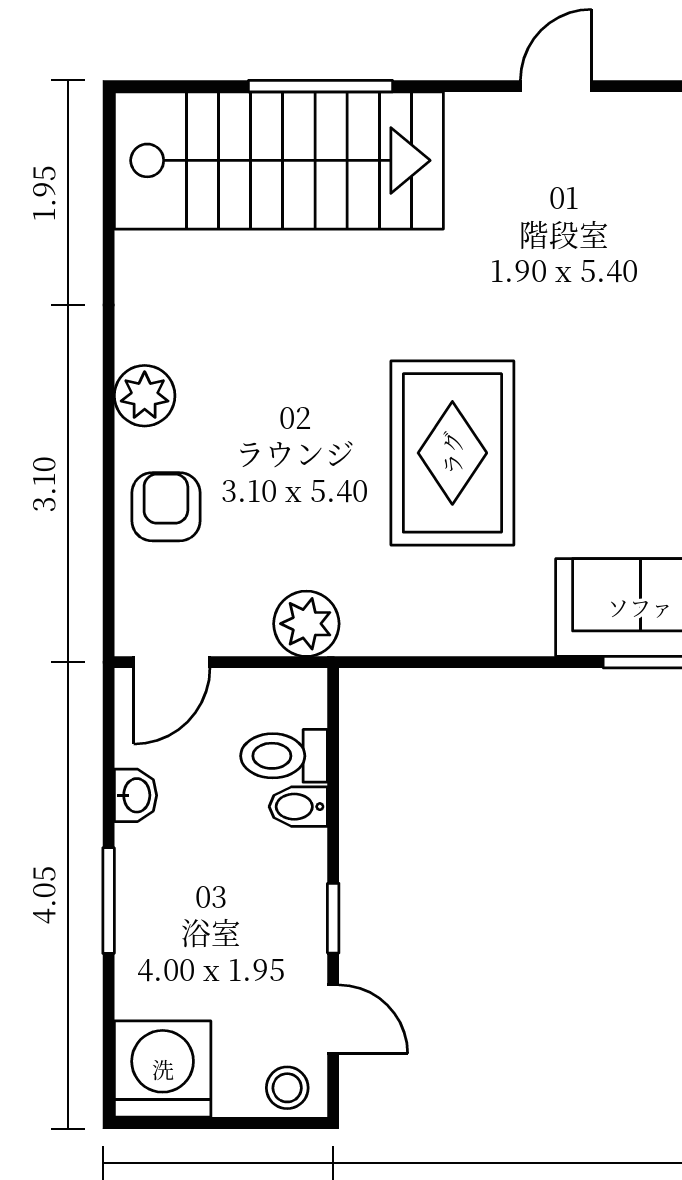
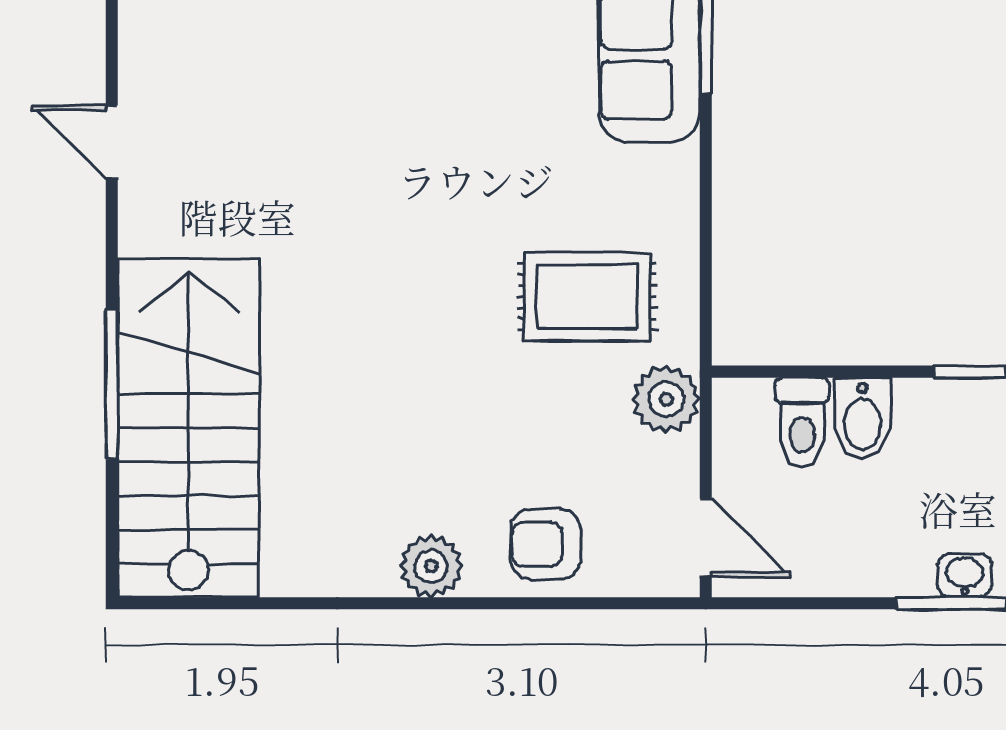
rug: (452, 453) -> (587, 297), moved, width x0.73, depth x0.70
washbasin: (135, 795) -> (965, 576), moved
bidet: (298, 807) -> (862, 418), width x1.38, depth x1.36

